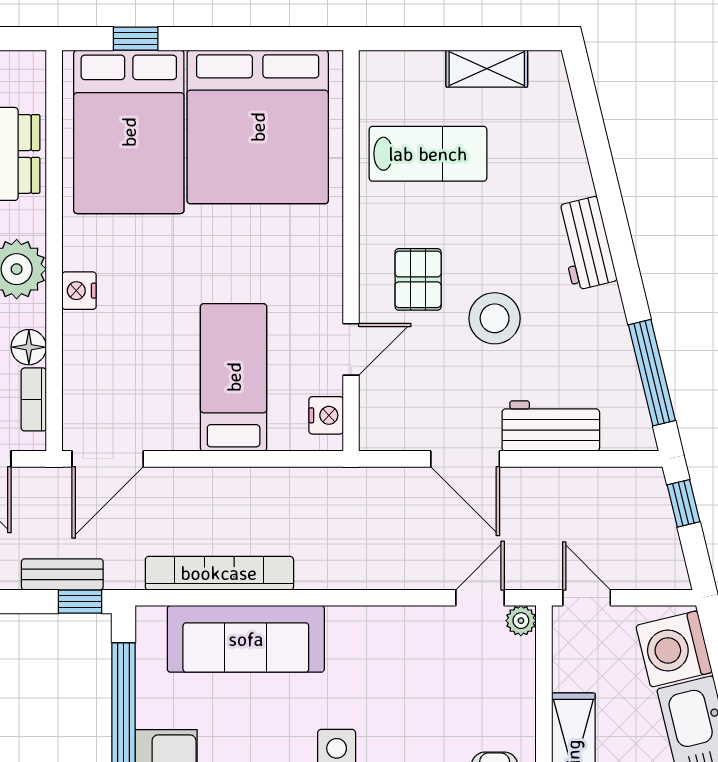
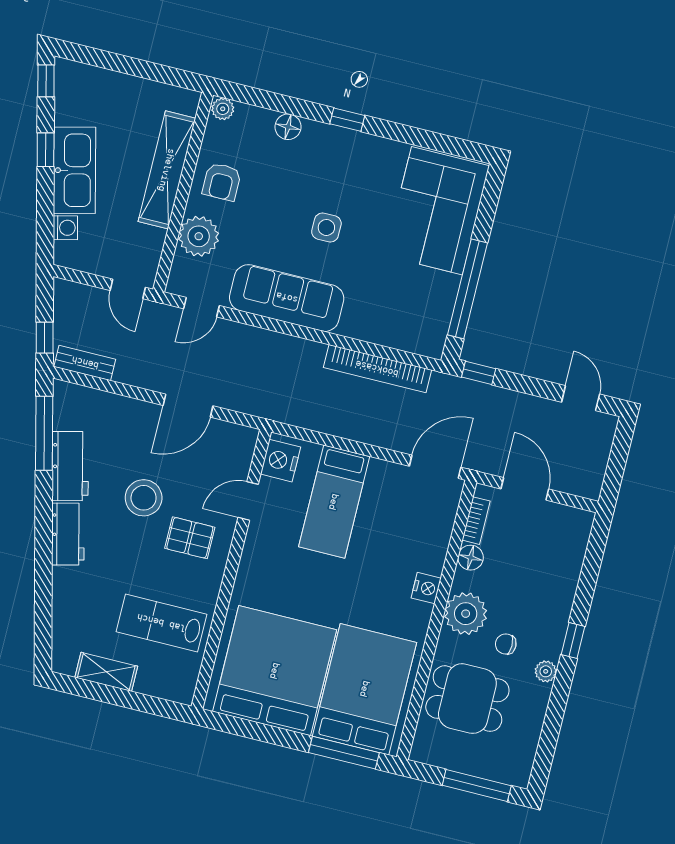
window: (136, 39) -> (344, 753), width x2.17
pallet: (418, 279) -> (190, 538), turned 90
nightstand: (326, 415) -> (281, 461), width x1.36, depth x1.33
workbench: (551, 426) -> (70, 466), moved, turned -104
door: (465, 459) -> (188, 406), swing flipped
bench: (62, 574) -> (85, 363), moved
plant: (521, 621) -> (199, 236), moved, width x1.87, depth x1.87
sofa: (246, 639) -> (287, 298), moved
washing machine: (674, 649) -> (65, 228), width x0.53, depth x0.53

